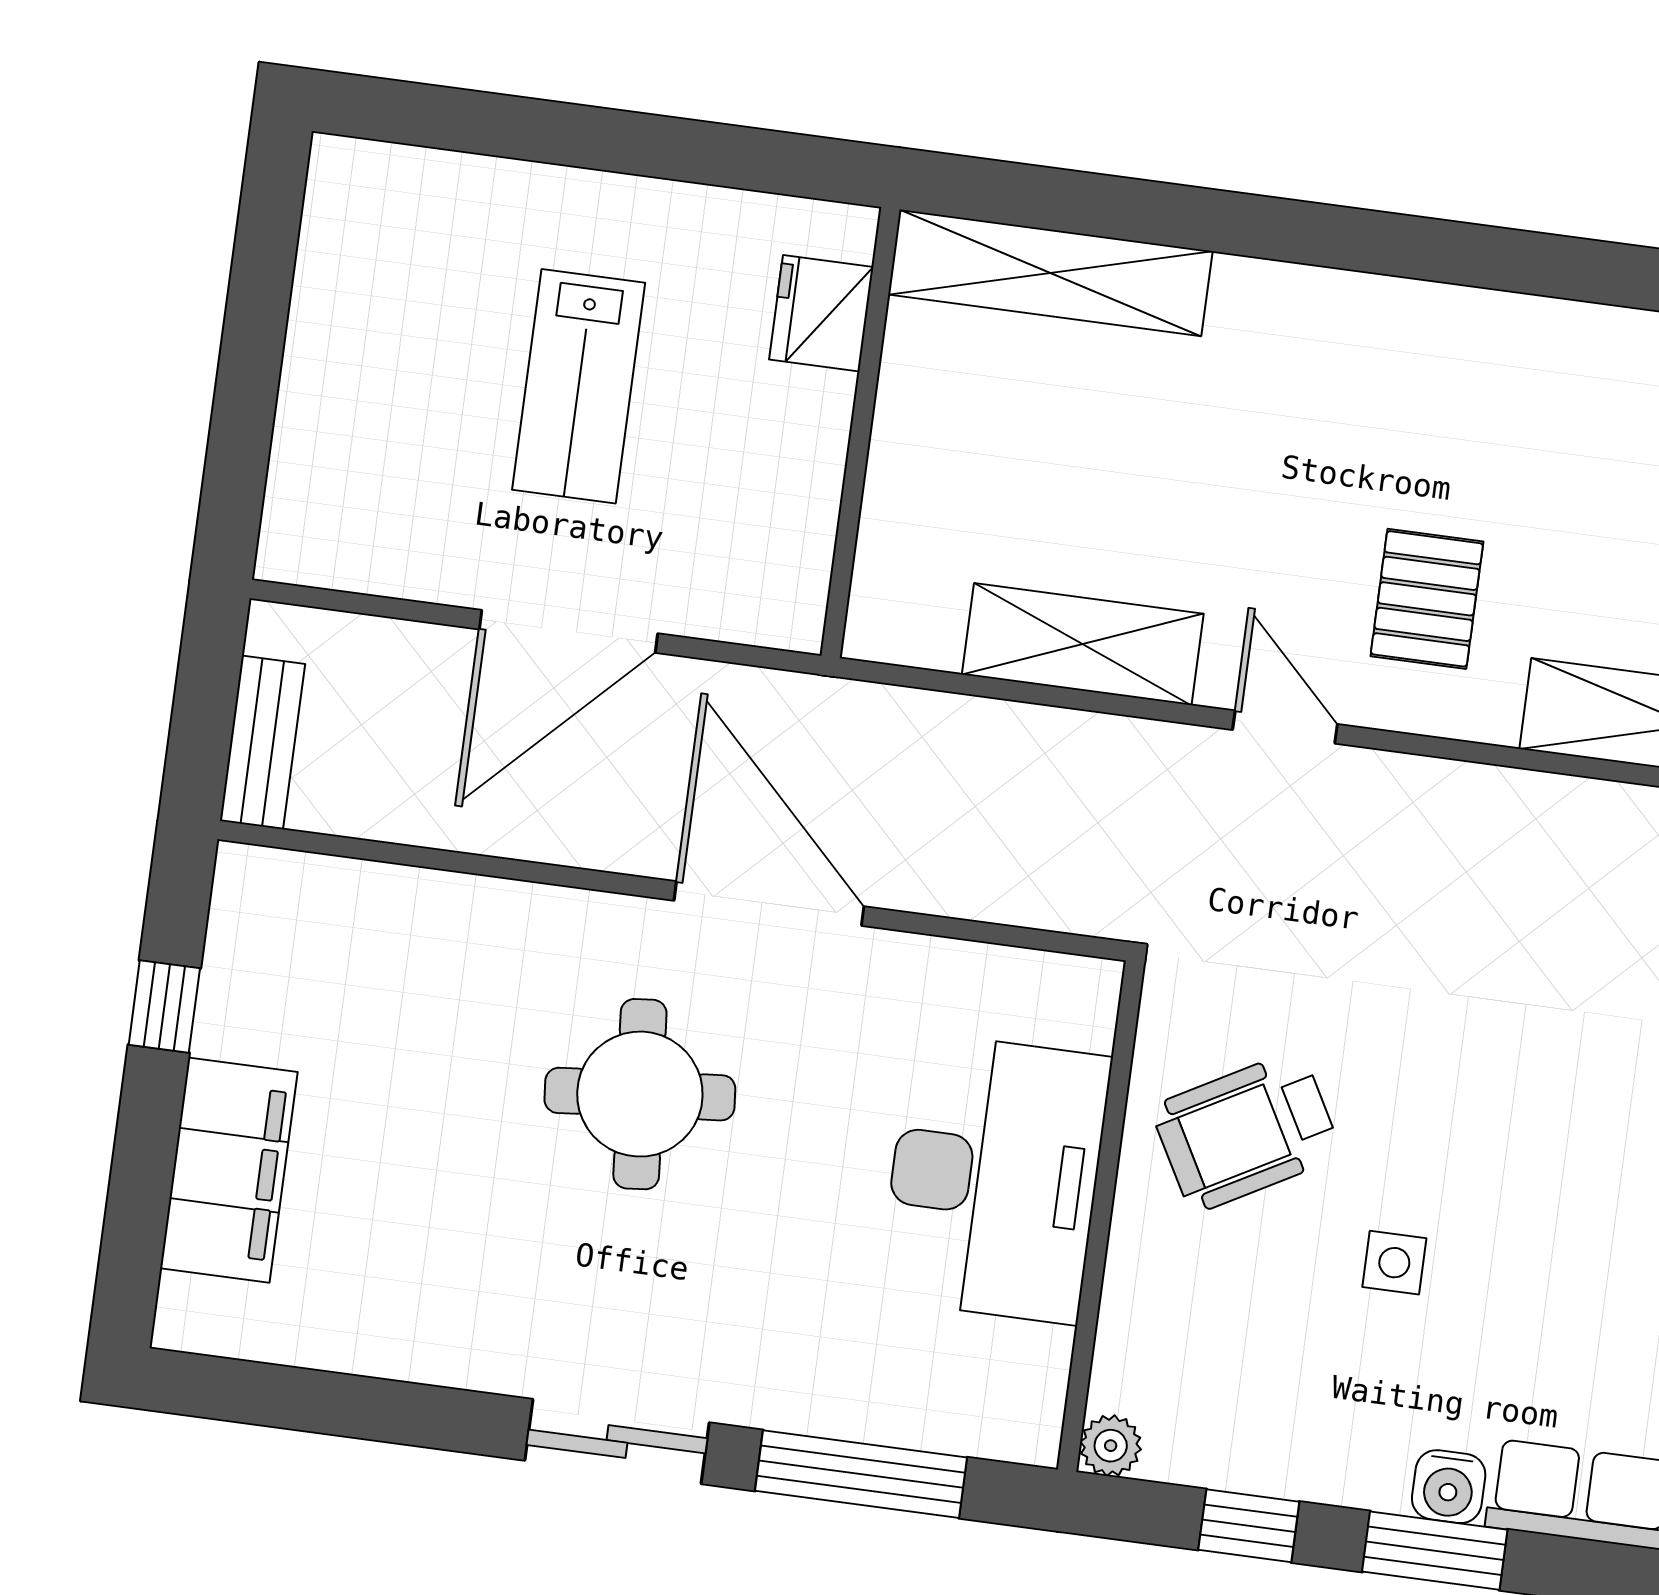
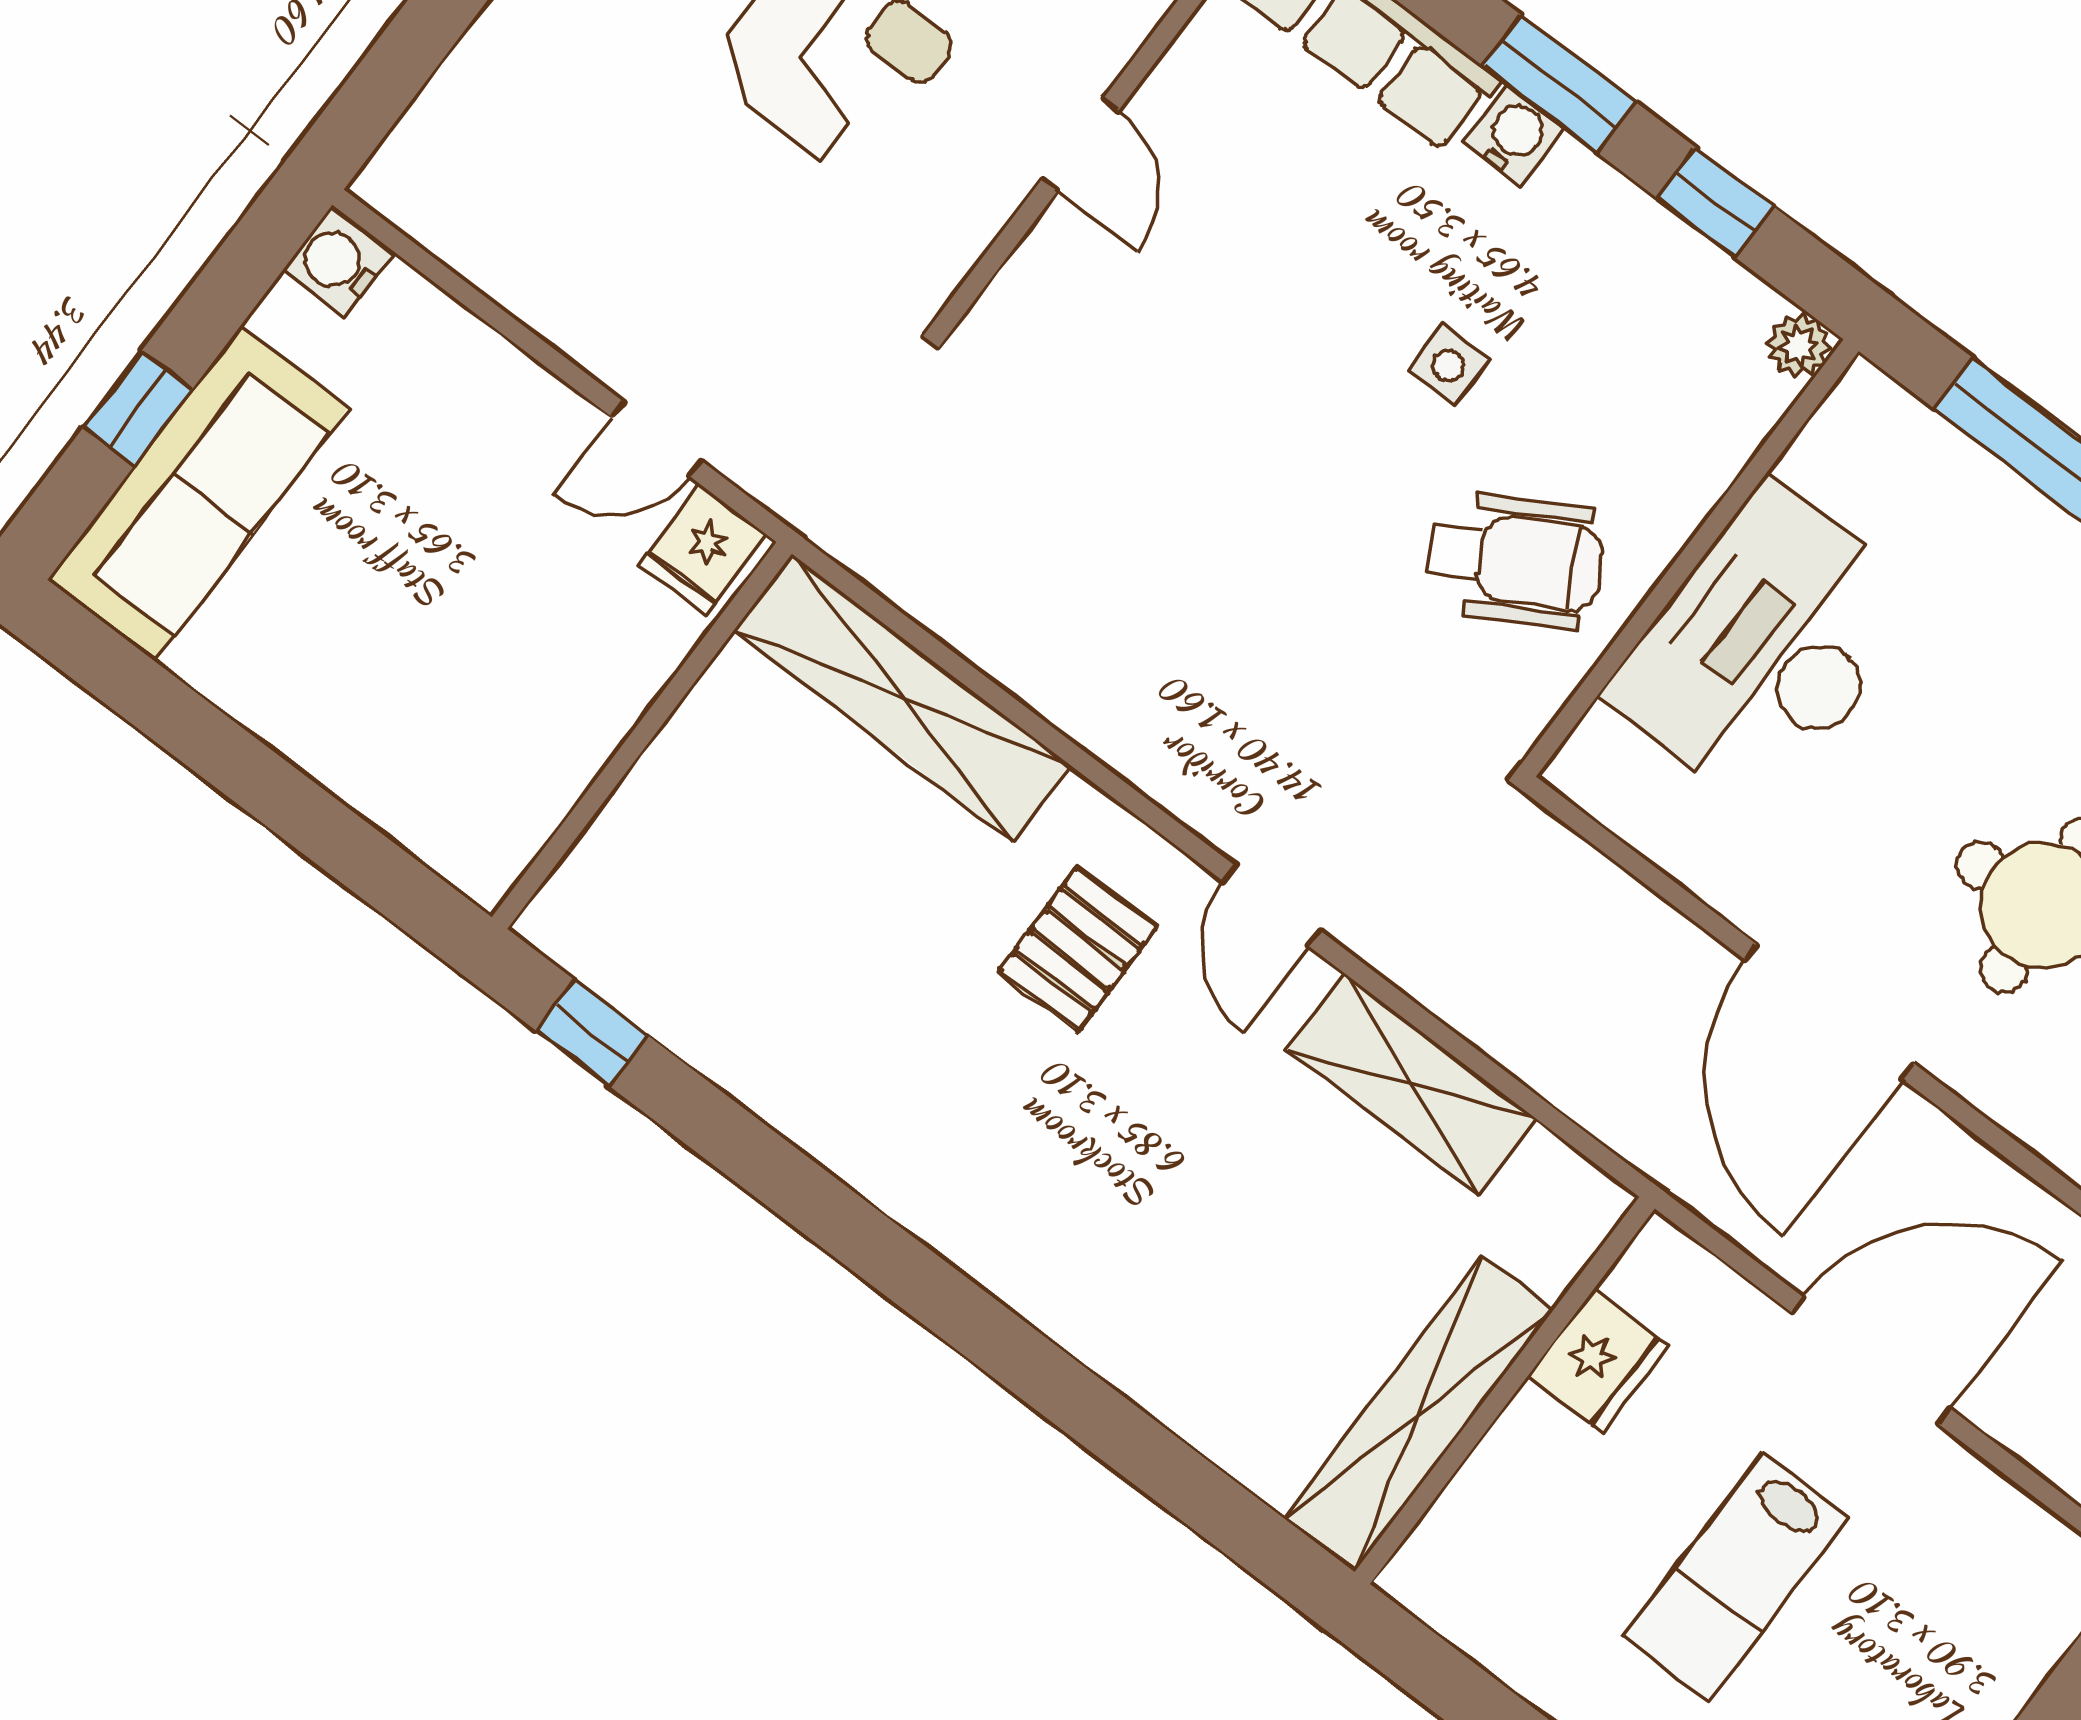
shelving: (1050, 273) -> (1418, 1414), moved, turned 90
fridge: (821, 313) -> (1598, 1361), moved
lab bench: (579, 386) -> (1736, 1577), turned 180

